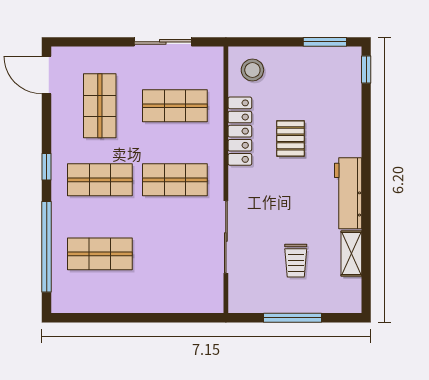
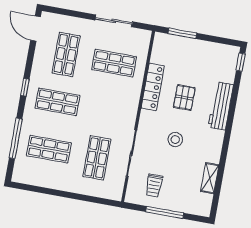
window: (325, 42) -> (182, 33), moved
stool: (252, 70) -> (175, 140), moved
shop shelf: (175, 180) -> (97, 158), moved, turned 90
workbench: (348, 193) -> (221, 106), moved
window: (47, 247) -> (16, 138), width x0.68
trolley: (296, 261) -> (154, 186), moved

